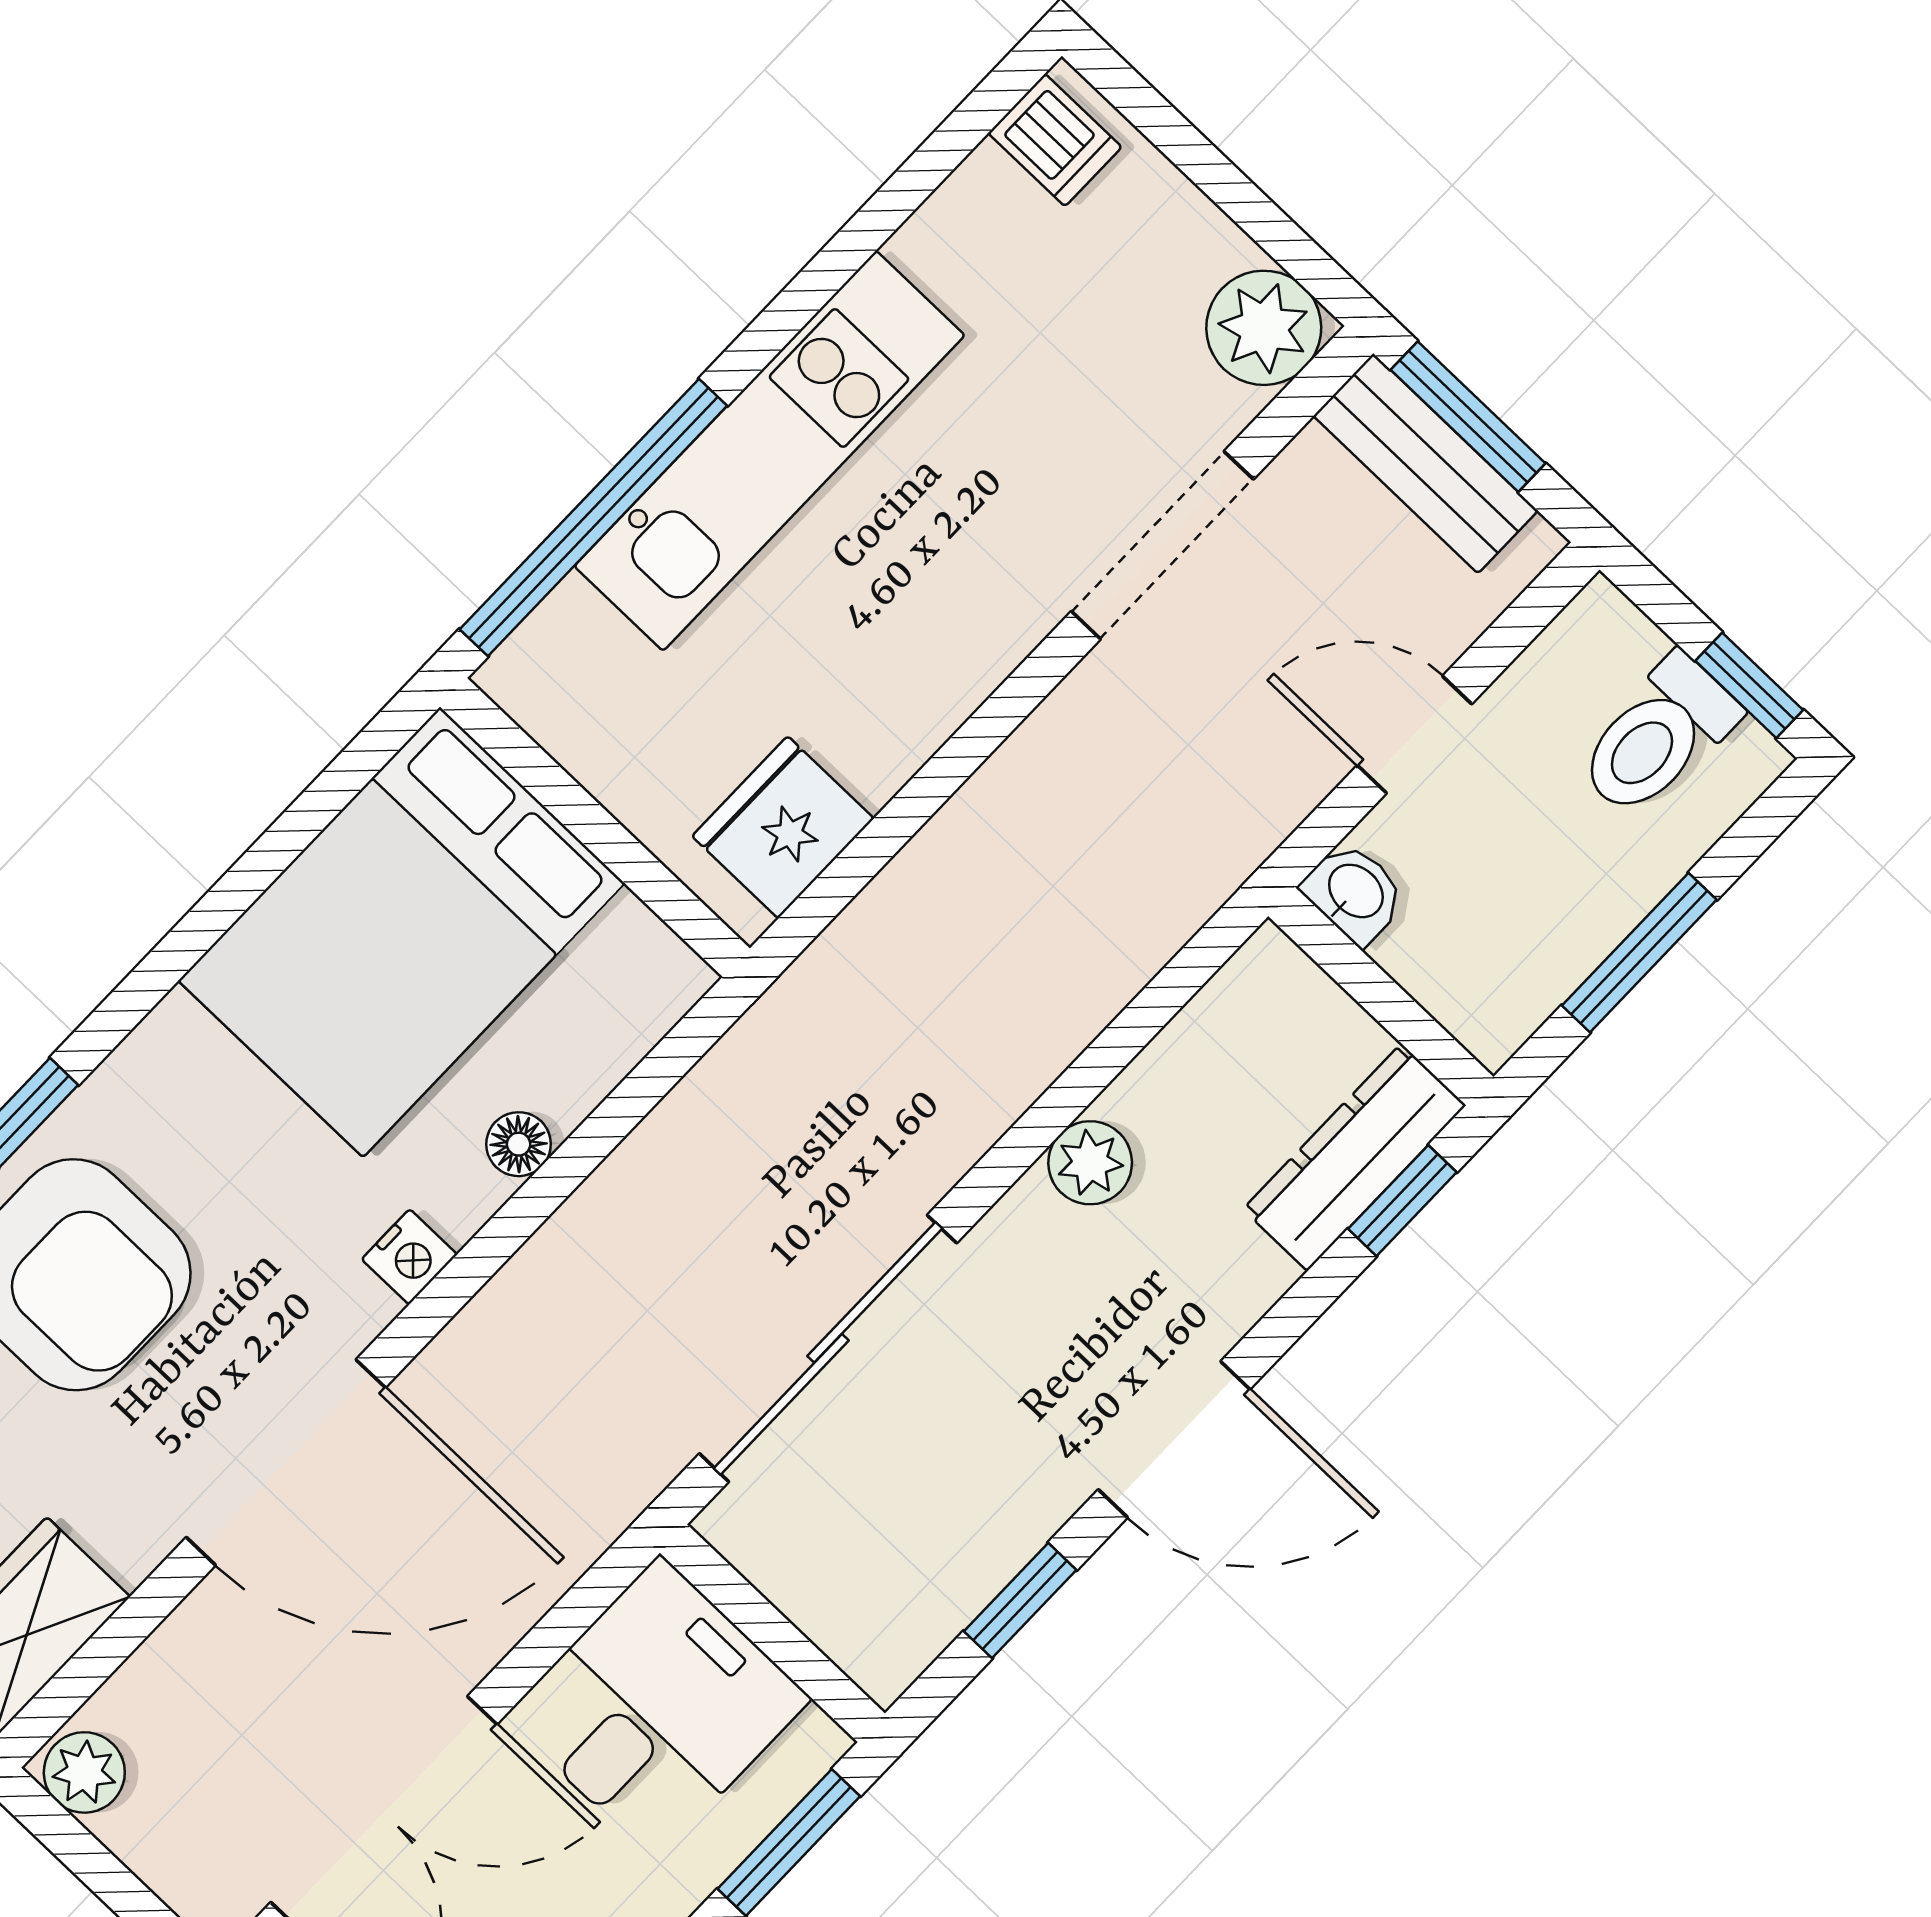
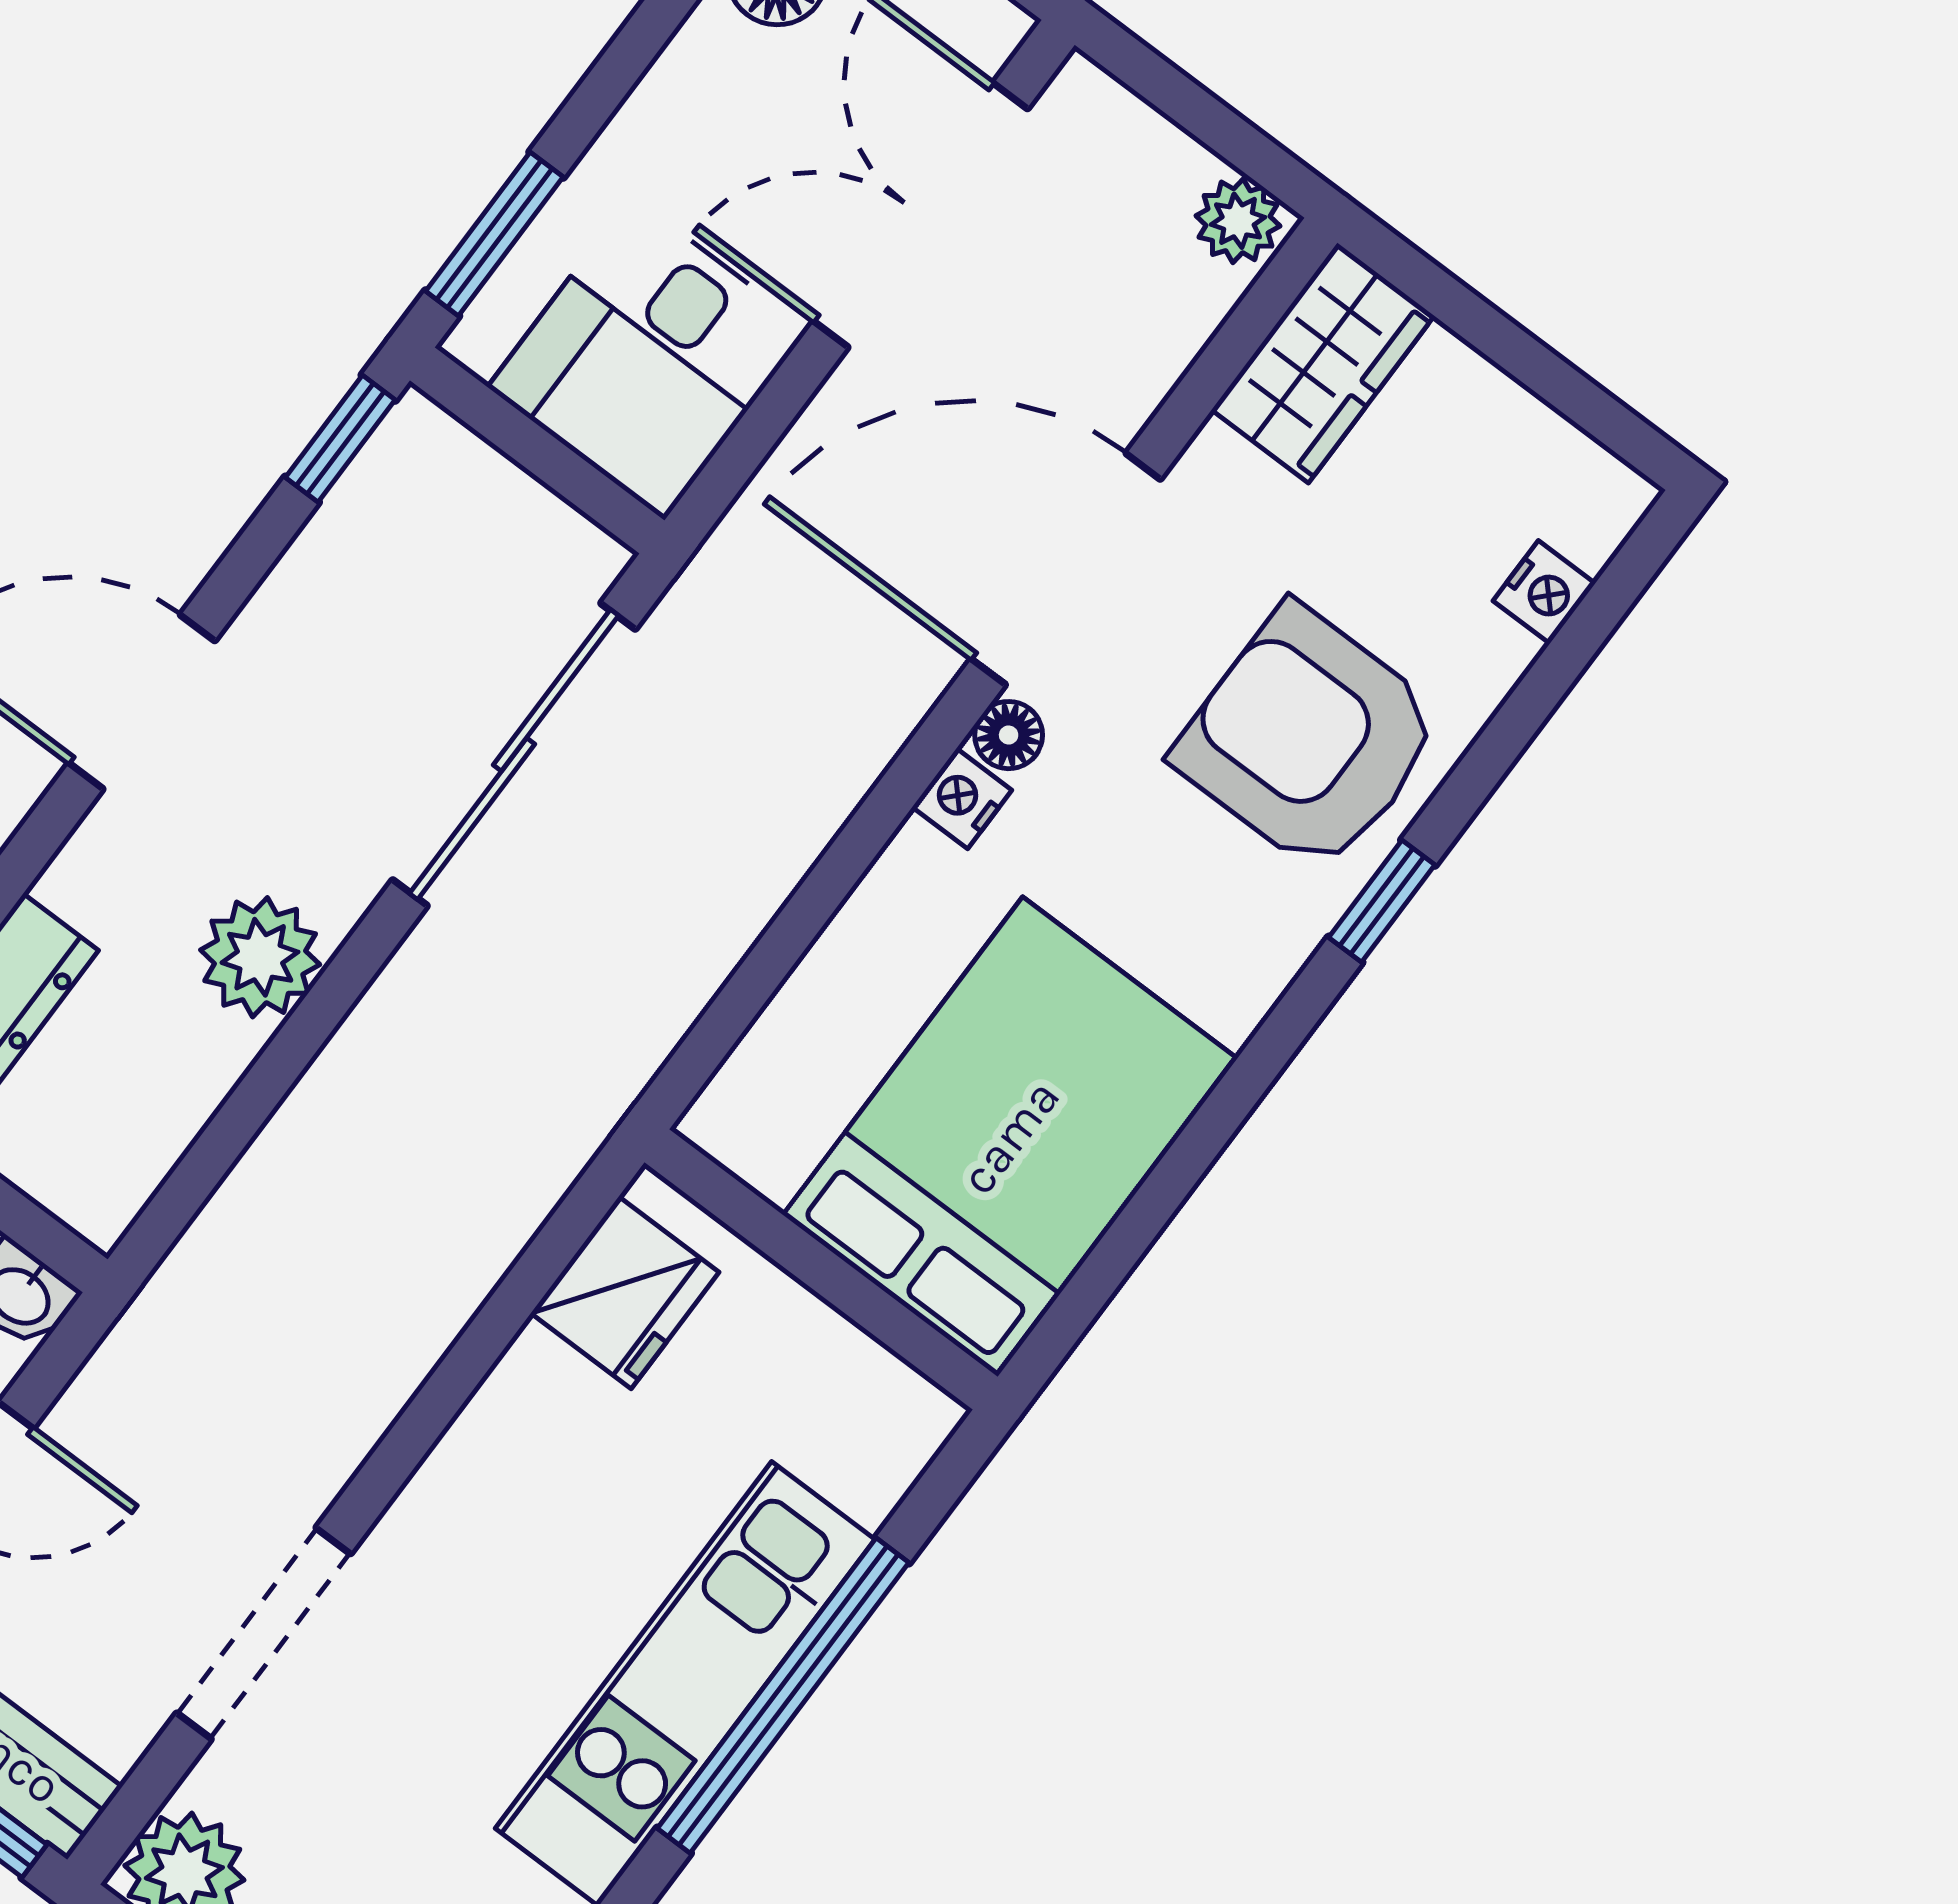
window: (593, 517) -> (783, 1696), moved
floor lamp: (519, 1144) -> (1009, 735), moved
plant: (1090, 1163) -> (260, 957), width x1.38, depth x1.38
window: (1020, 1601) -> (340, 439), moved

